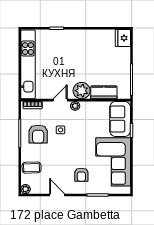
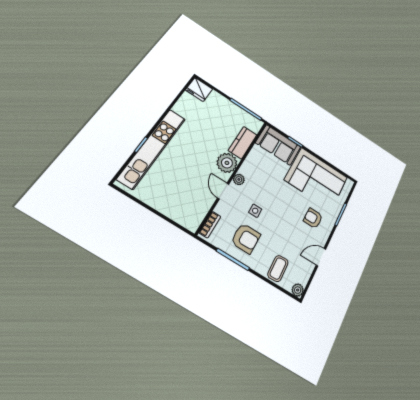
kitchen unit: (28, 64) -> (152, 148), moved, turned 90
armchair: (81, 175) -> (313, 218), turned 180

